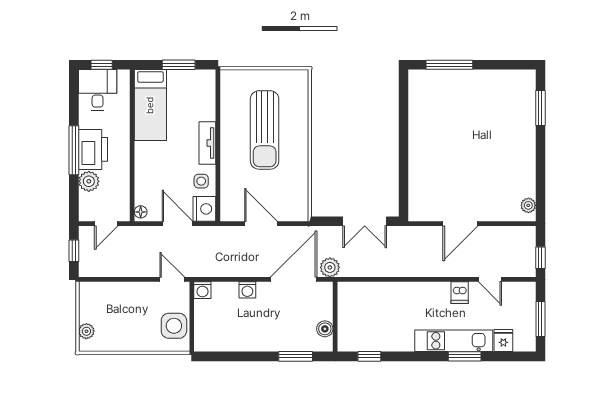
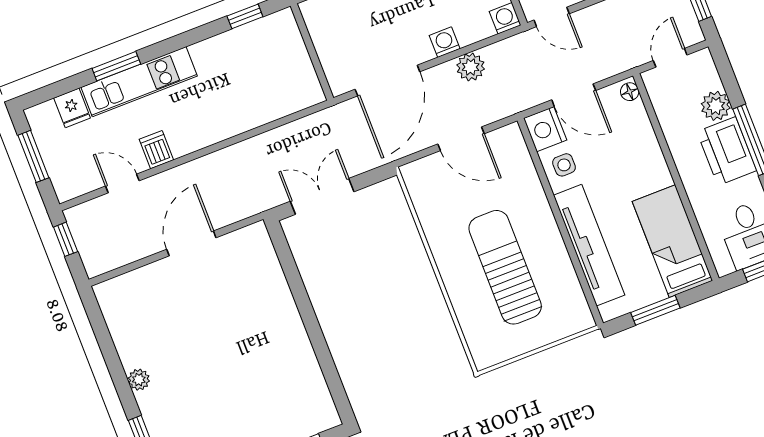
tv unit: (207, 143) -> (589, 245), width x1.92, depth x1.29
plant: (528, 205) -> (139, 380), moved
plant: (330, 267) -> (471, 67), moved
boiler: (325, 329) -> (319, 30), removed

